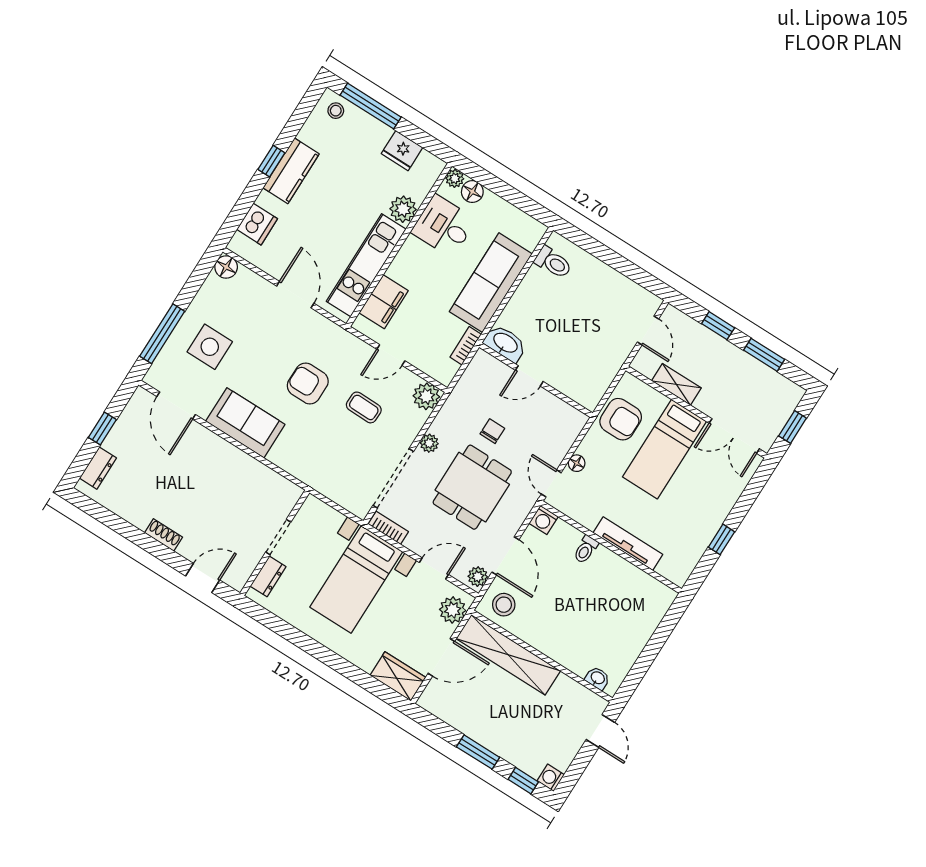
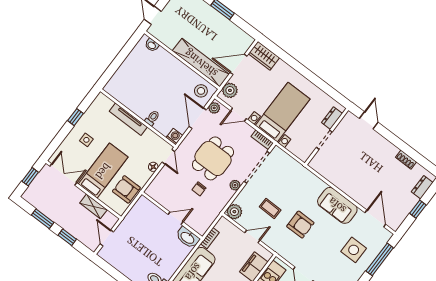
side table: (699, 501) -> (86, 140), added
shoe rack: (164, 535) -> (406, 160), moved
door: (203, 578) -> (369, 120), swing flipped

